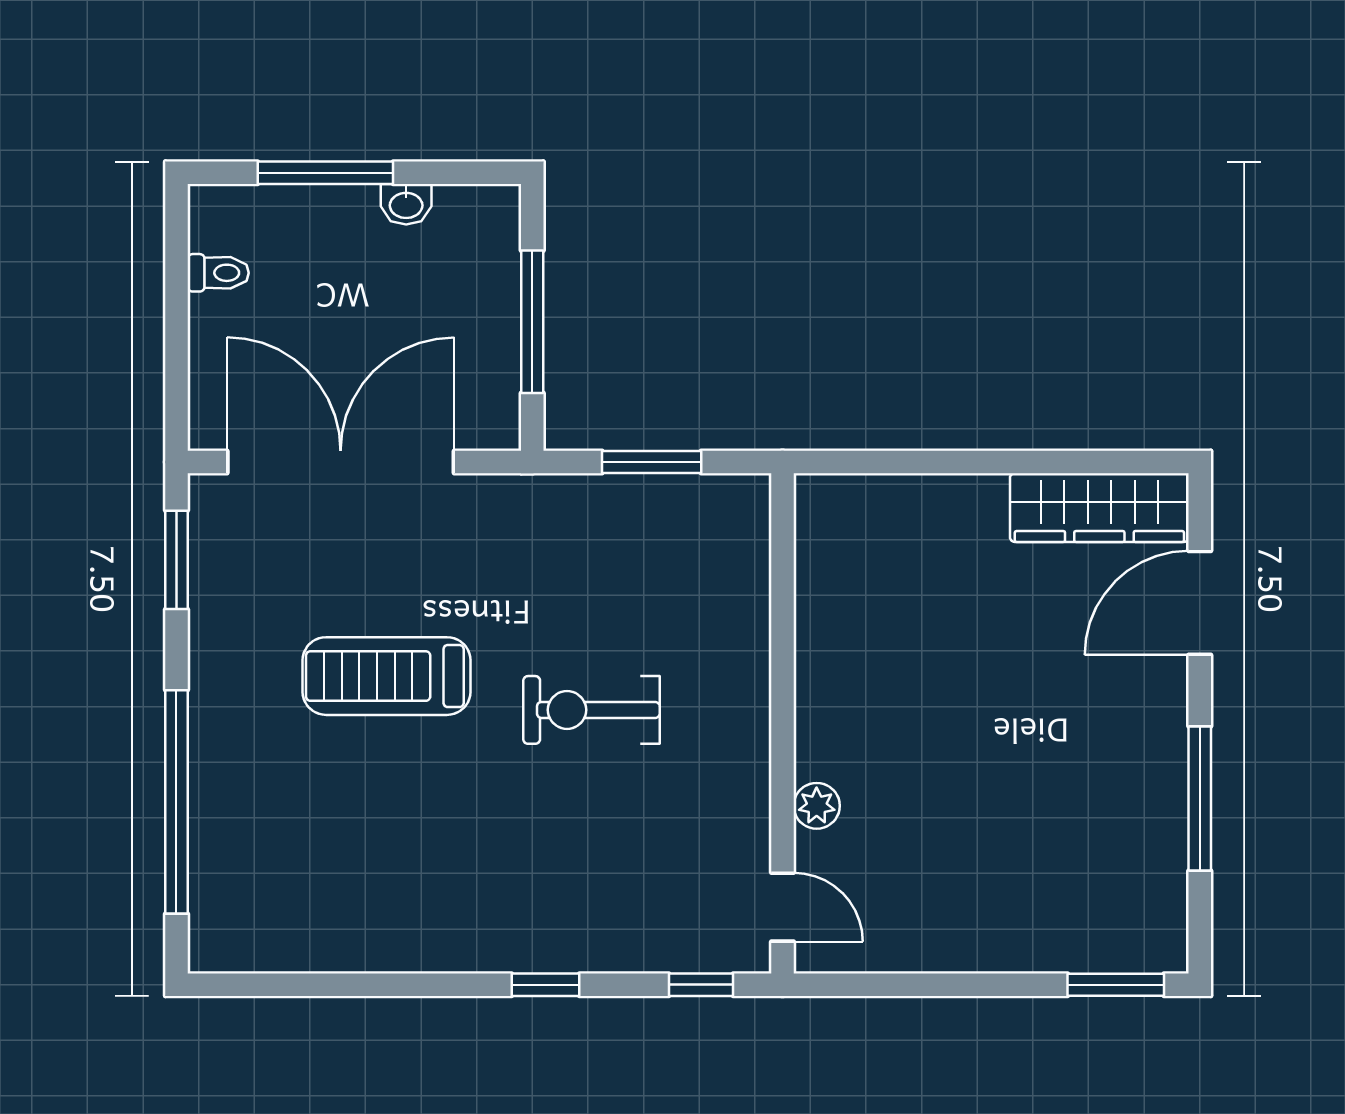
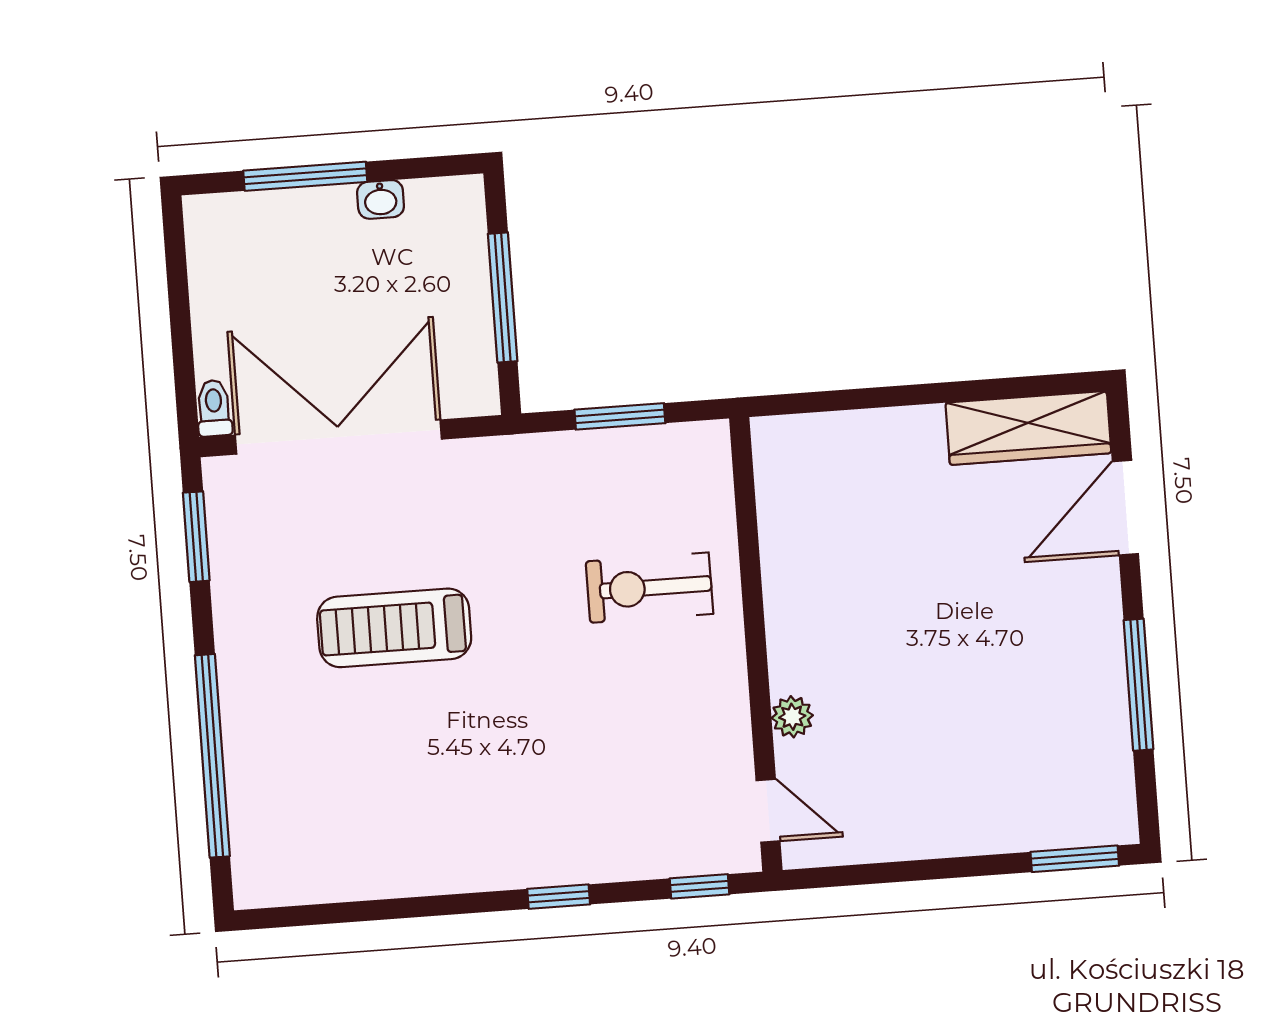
toilet: (218, 273) -> (214, 408), moved, turned -90
exercise bike: (592, 710) -> (649, 588), moved

